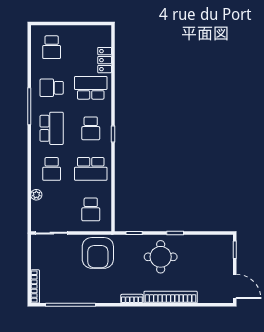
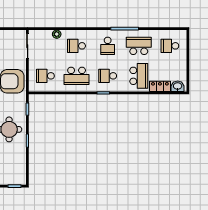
washbasin: (104, 37) -> (178, 86), added
school desk: (52, 88) -> (139, 46), width x1.85
school desk: (52, 128) -> (108, 46), width x0.54
school desk: (91, 169) -> (77, 76), turned -90

